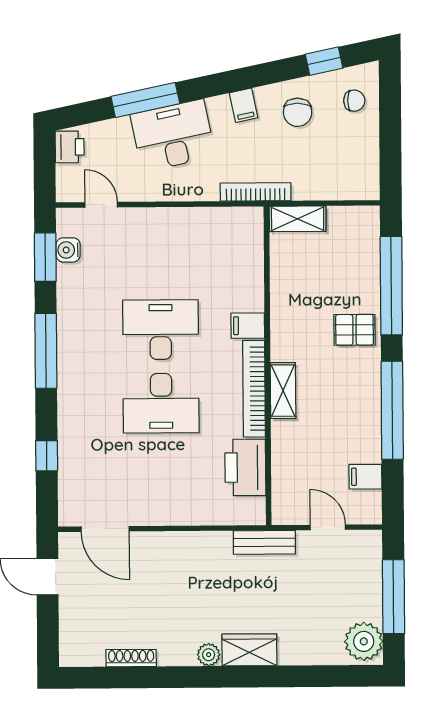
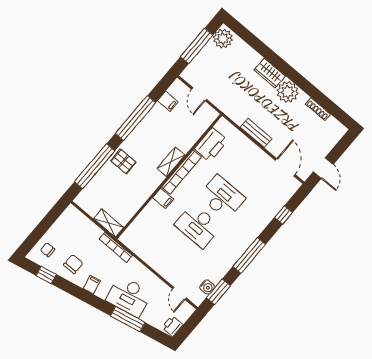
bench: (264, 542) -> (256, 133), moved
plant: (209, 655) -> (288, 92), width x1.88, depth x1.88

